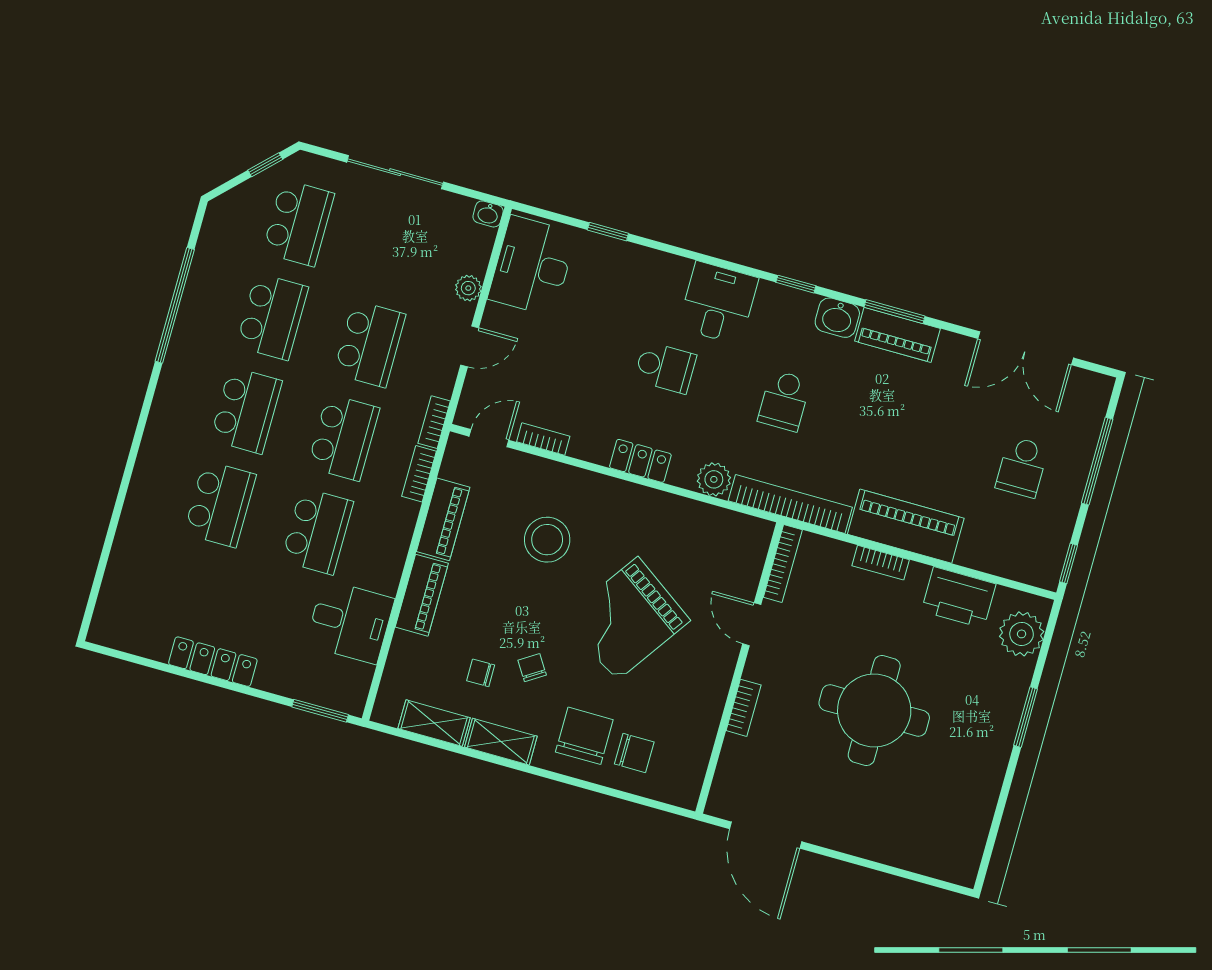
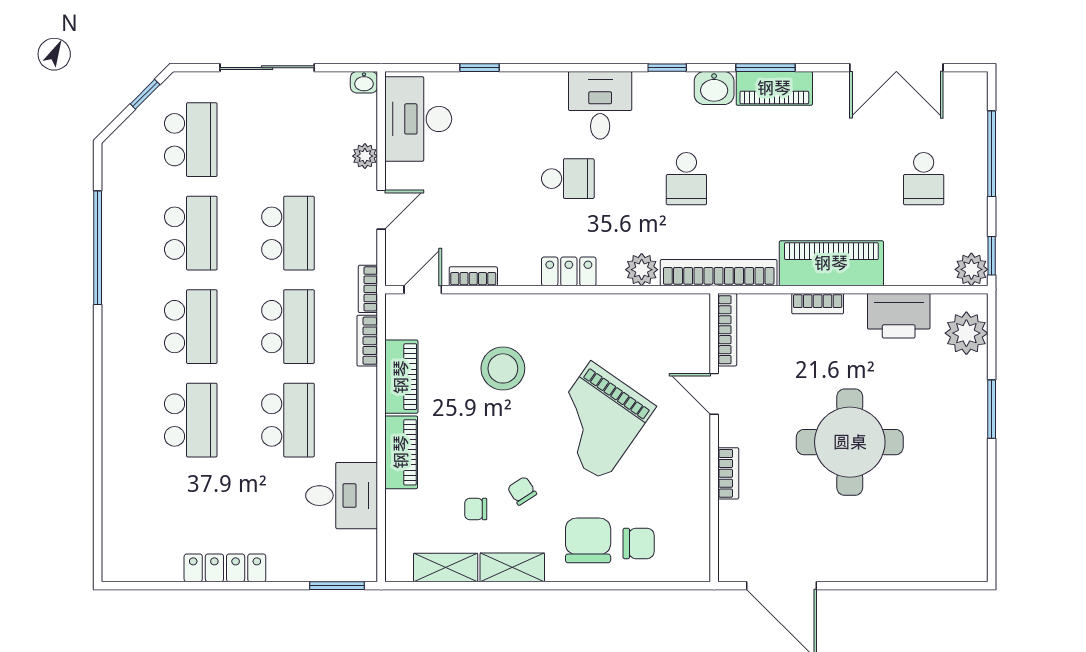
plant: (1044, 571) -> (971, 269), added

